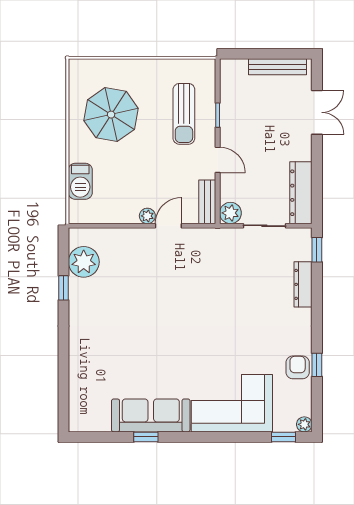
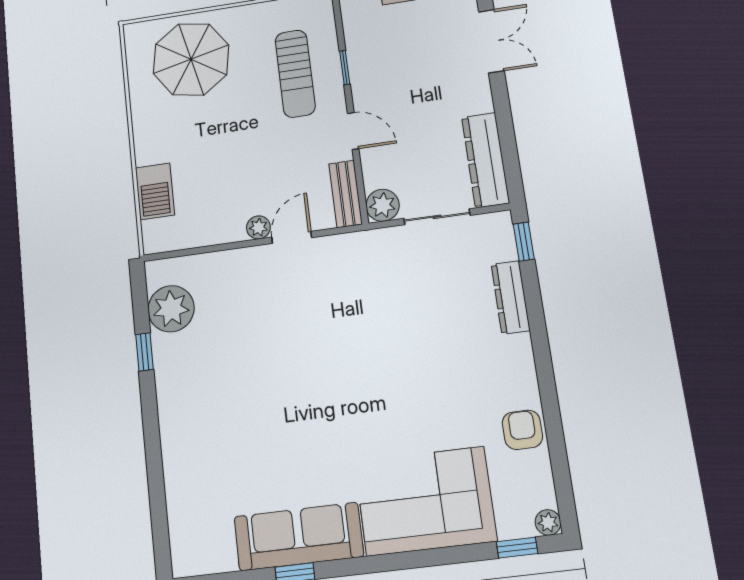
parasol: (111, 115) -> (191, 59), moved
window: (317, 365) -> (553, 422), removed

